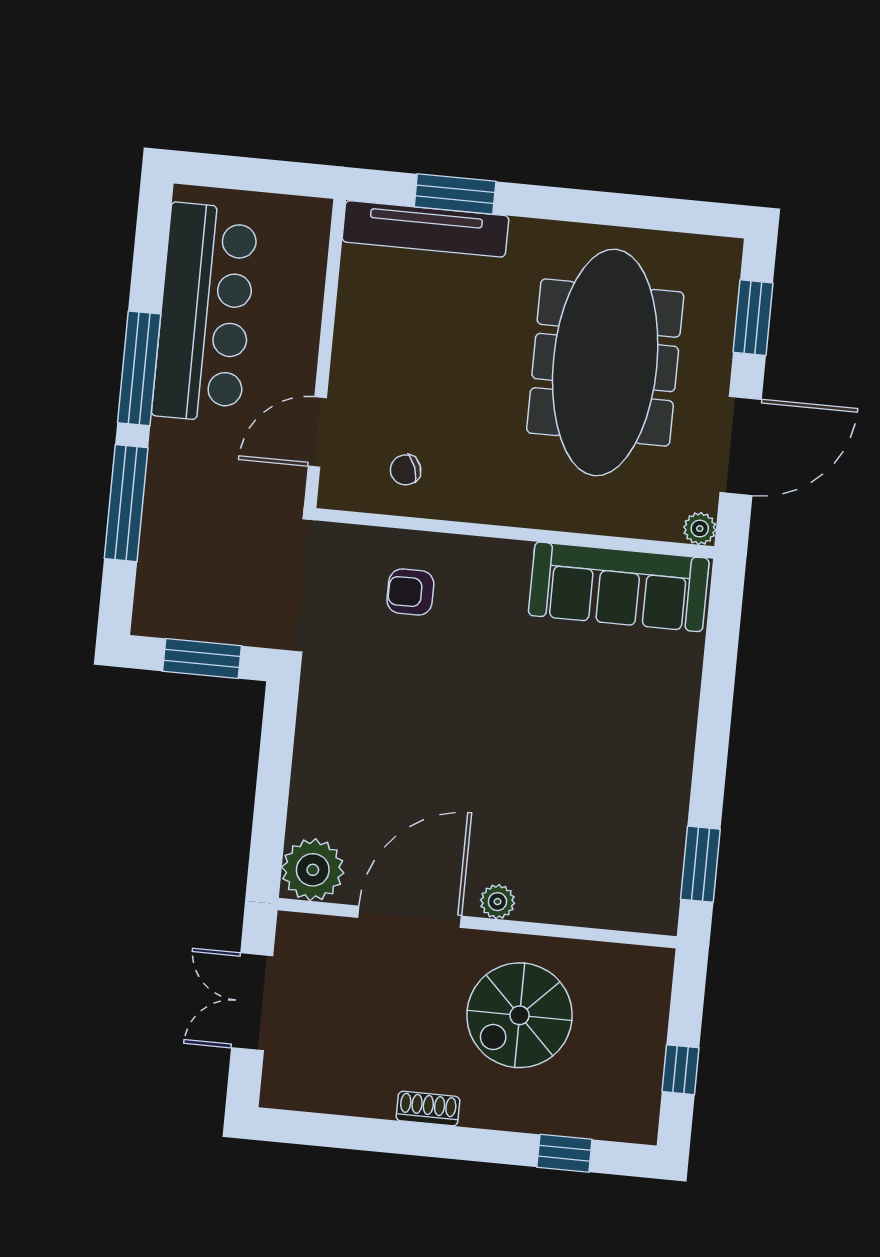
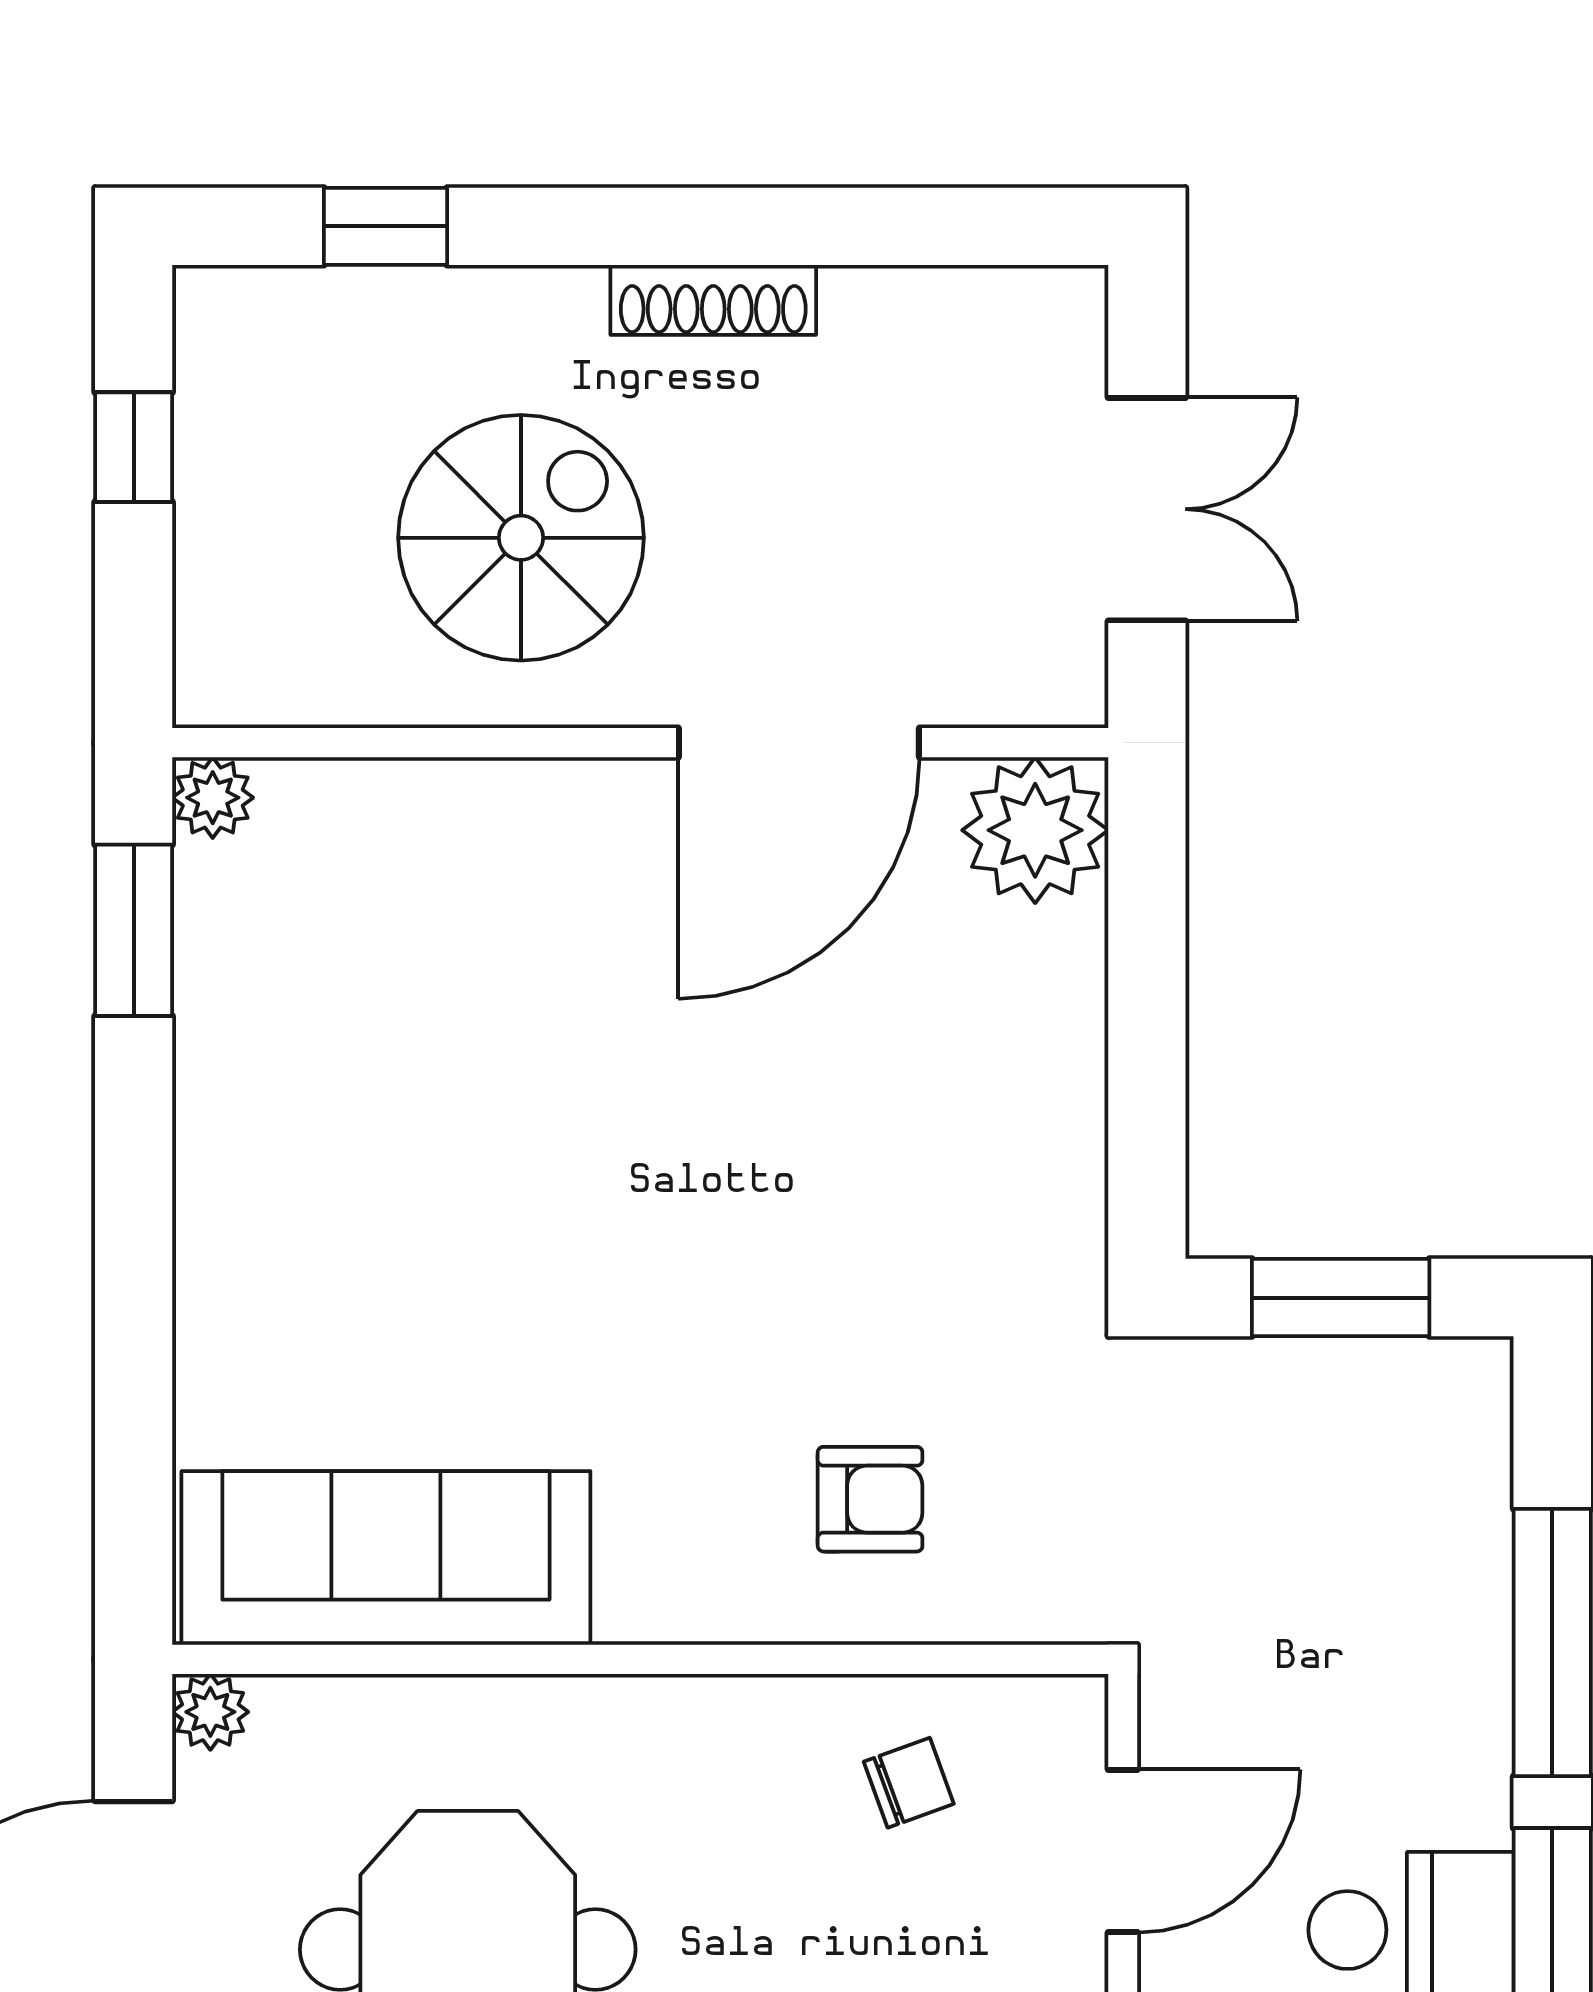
plant: (497, 902) -> (213, 798), moved
shoe rack: (428, 1109) -> (713, 300), width x1.43

